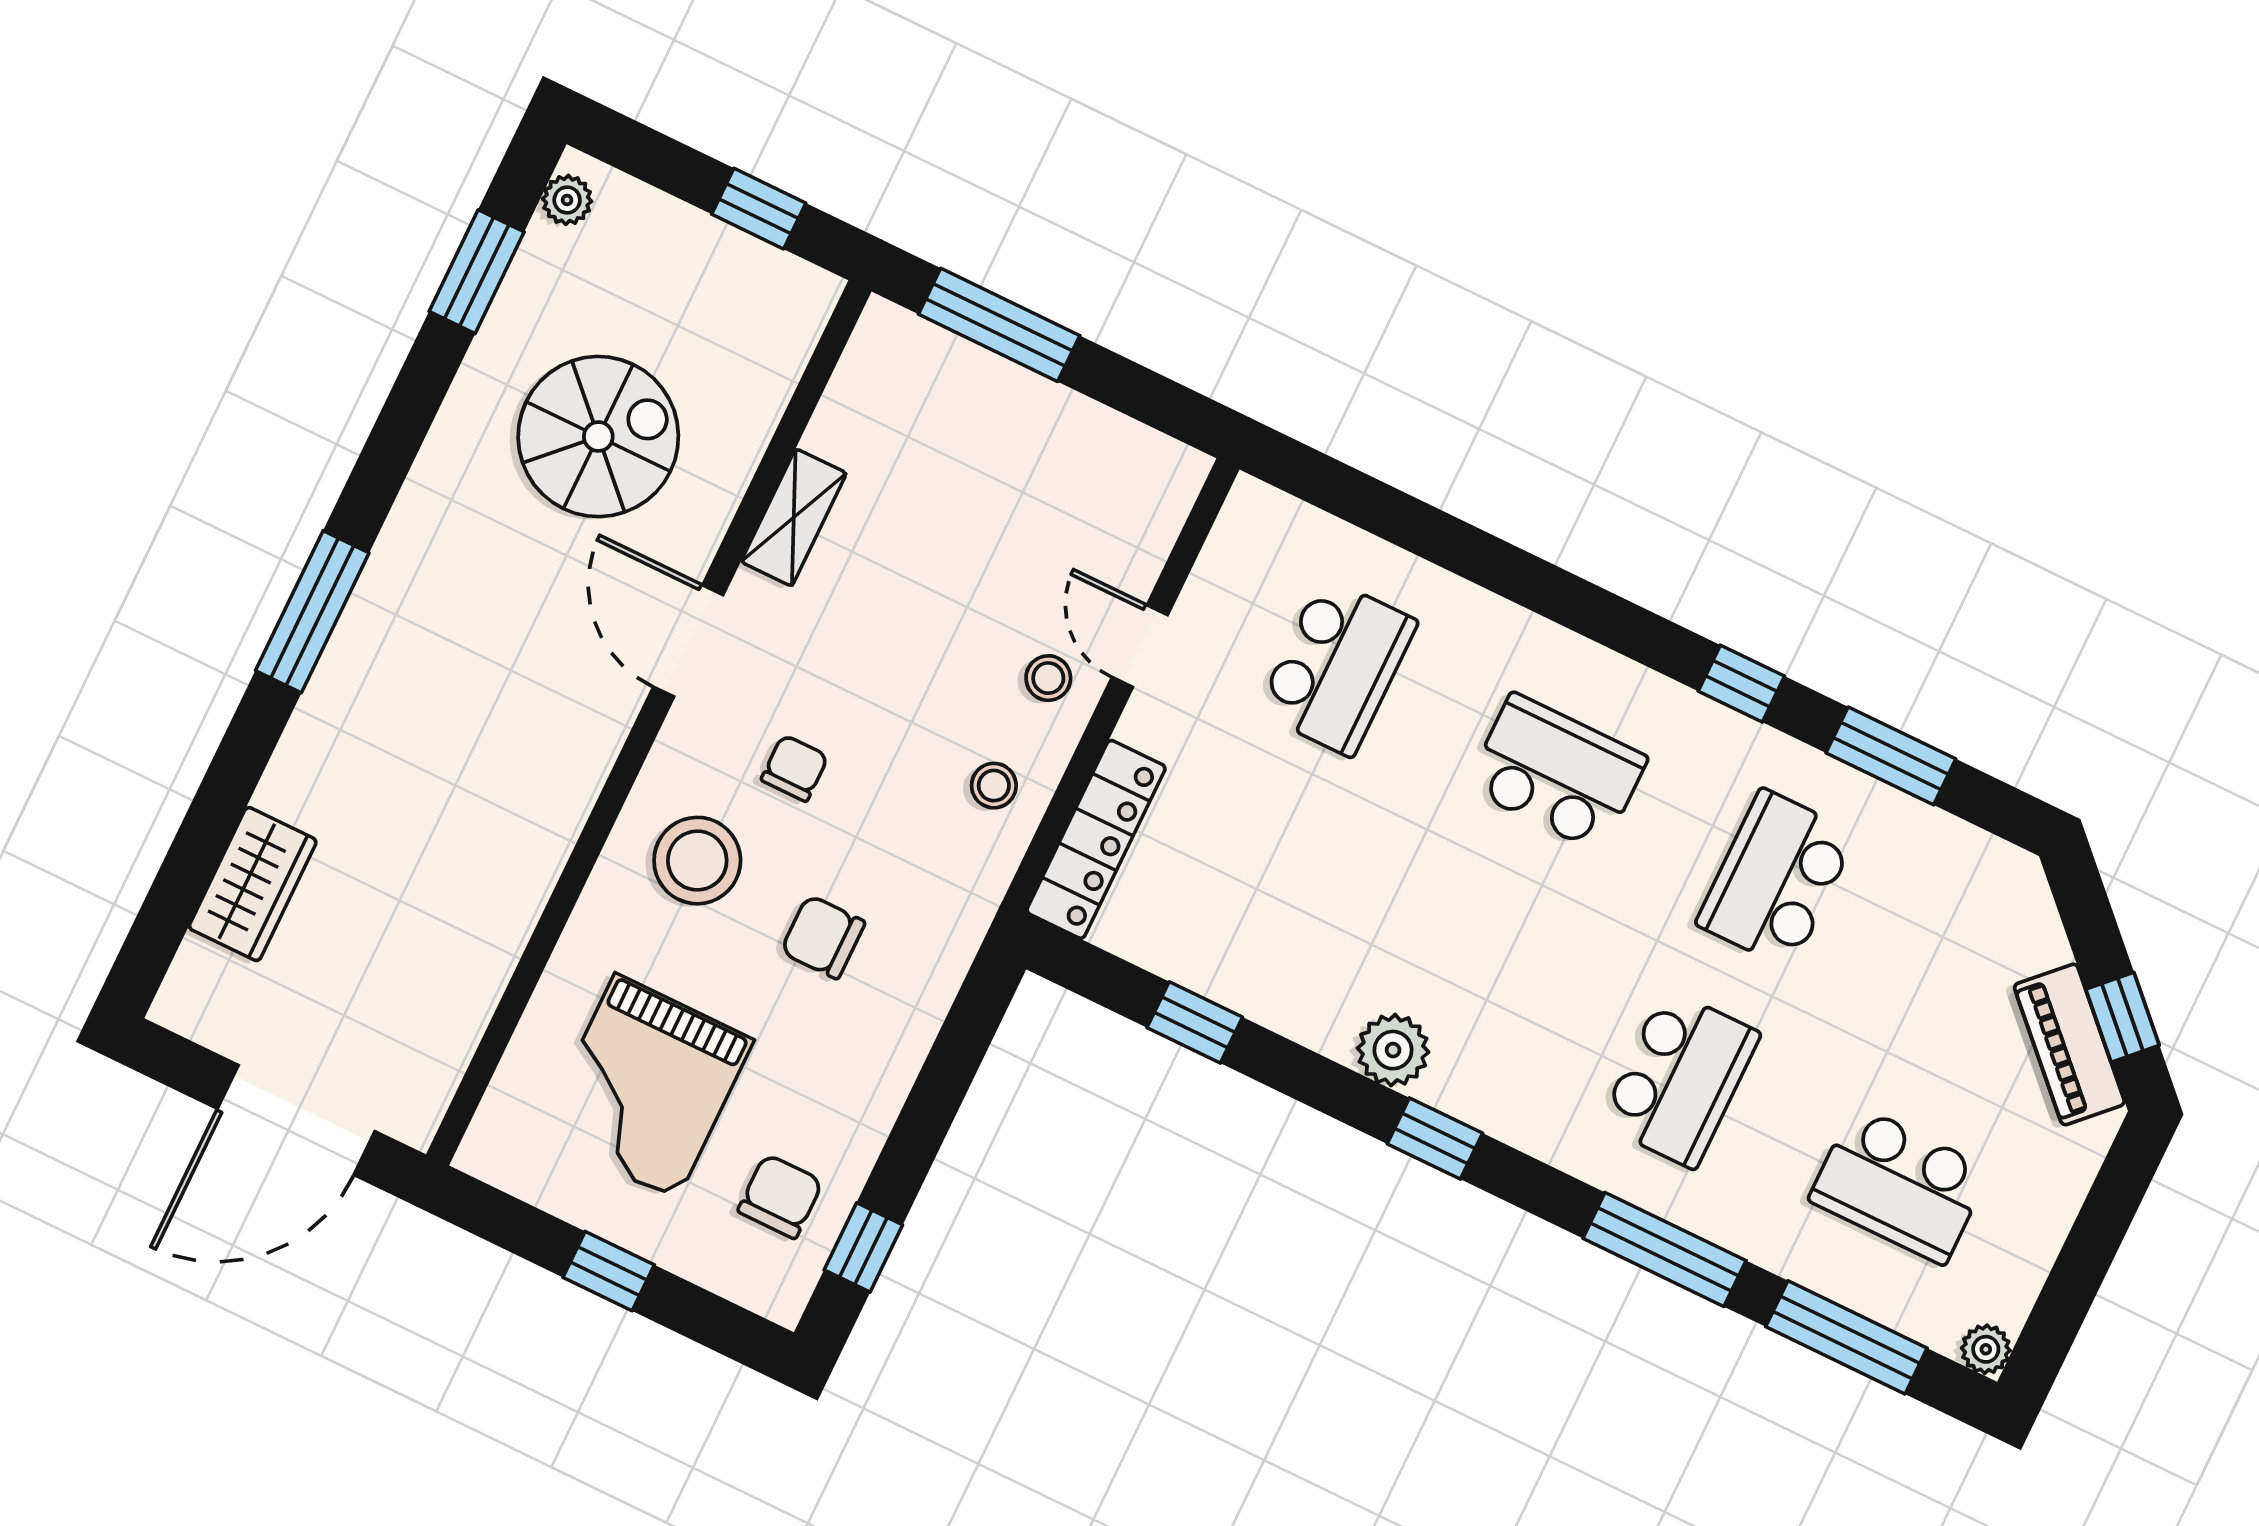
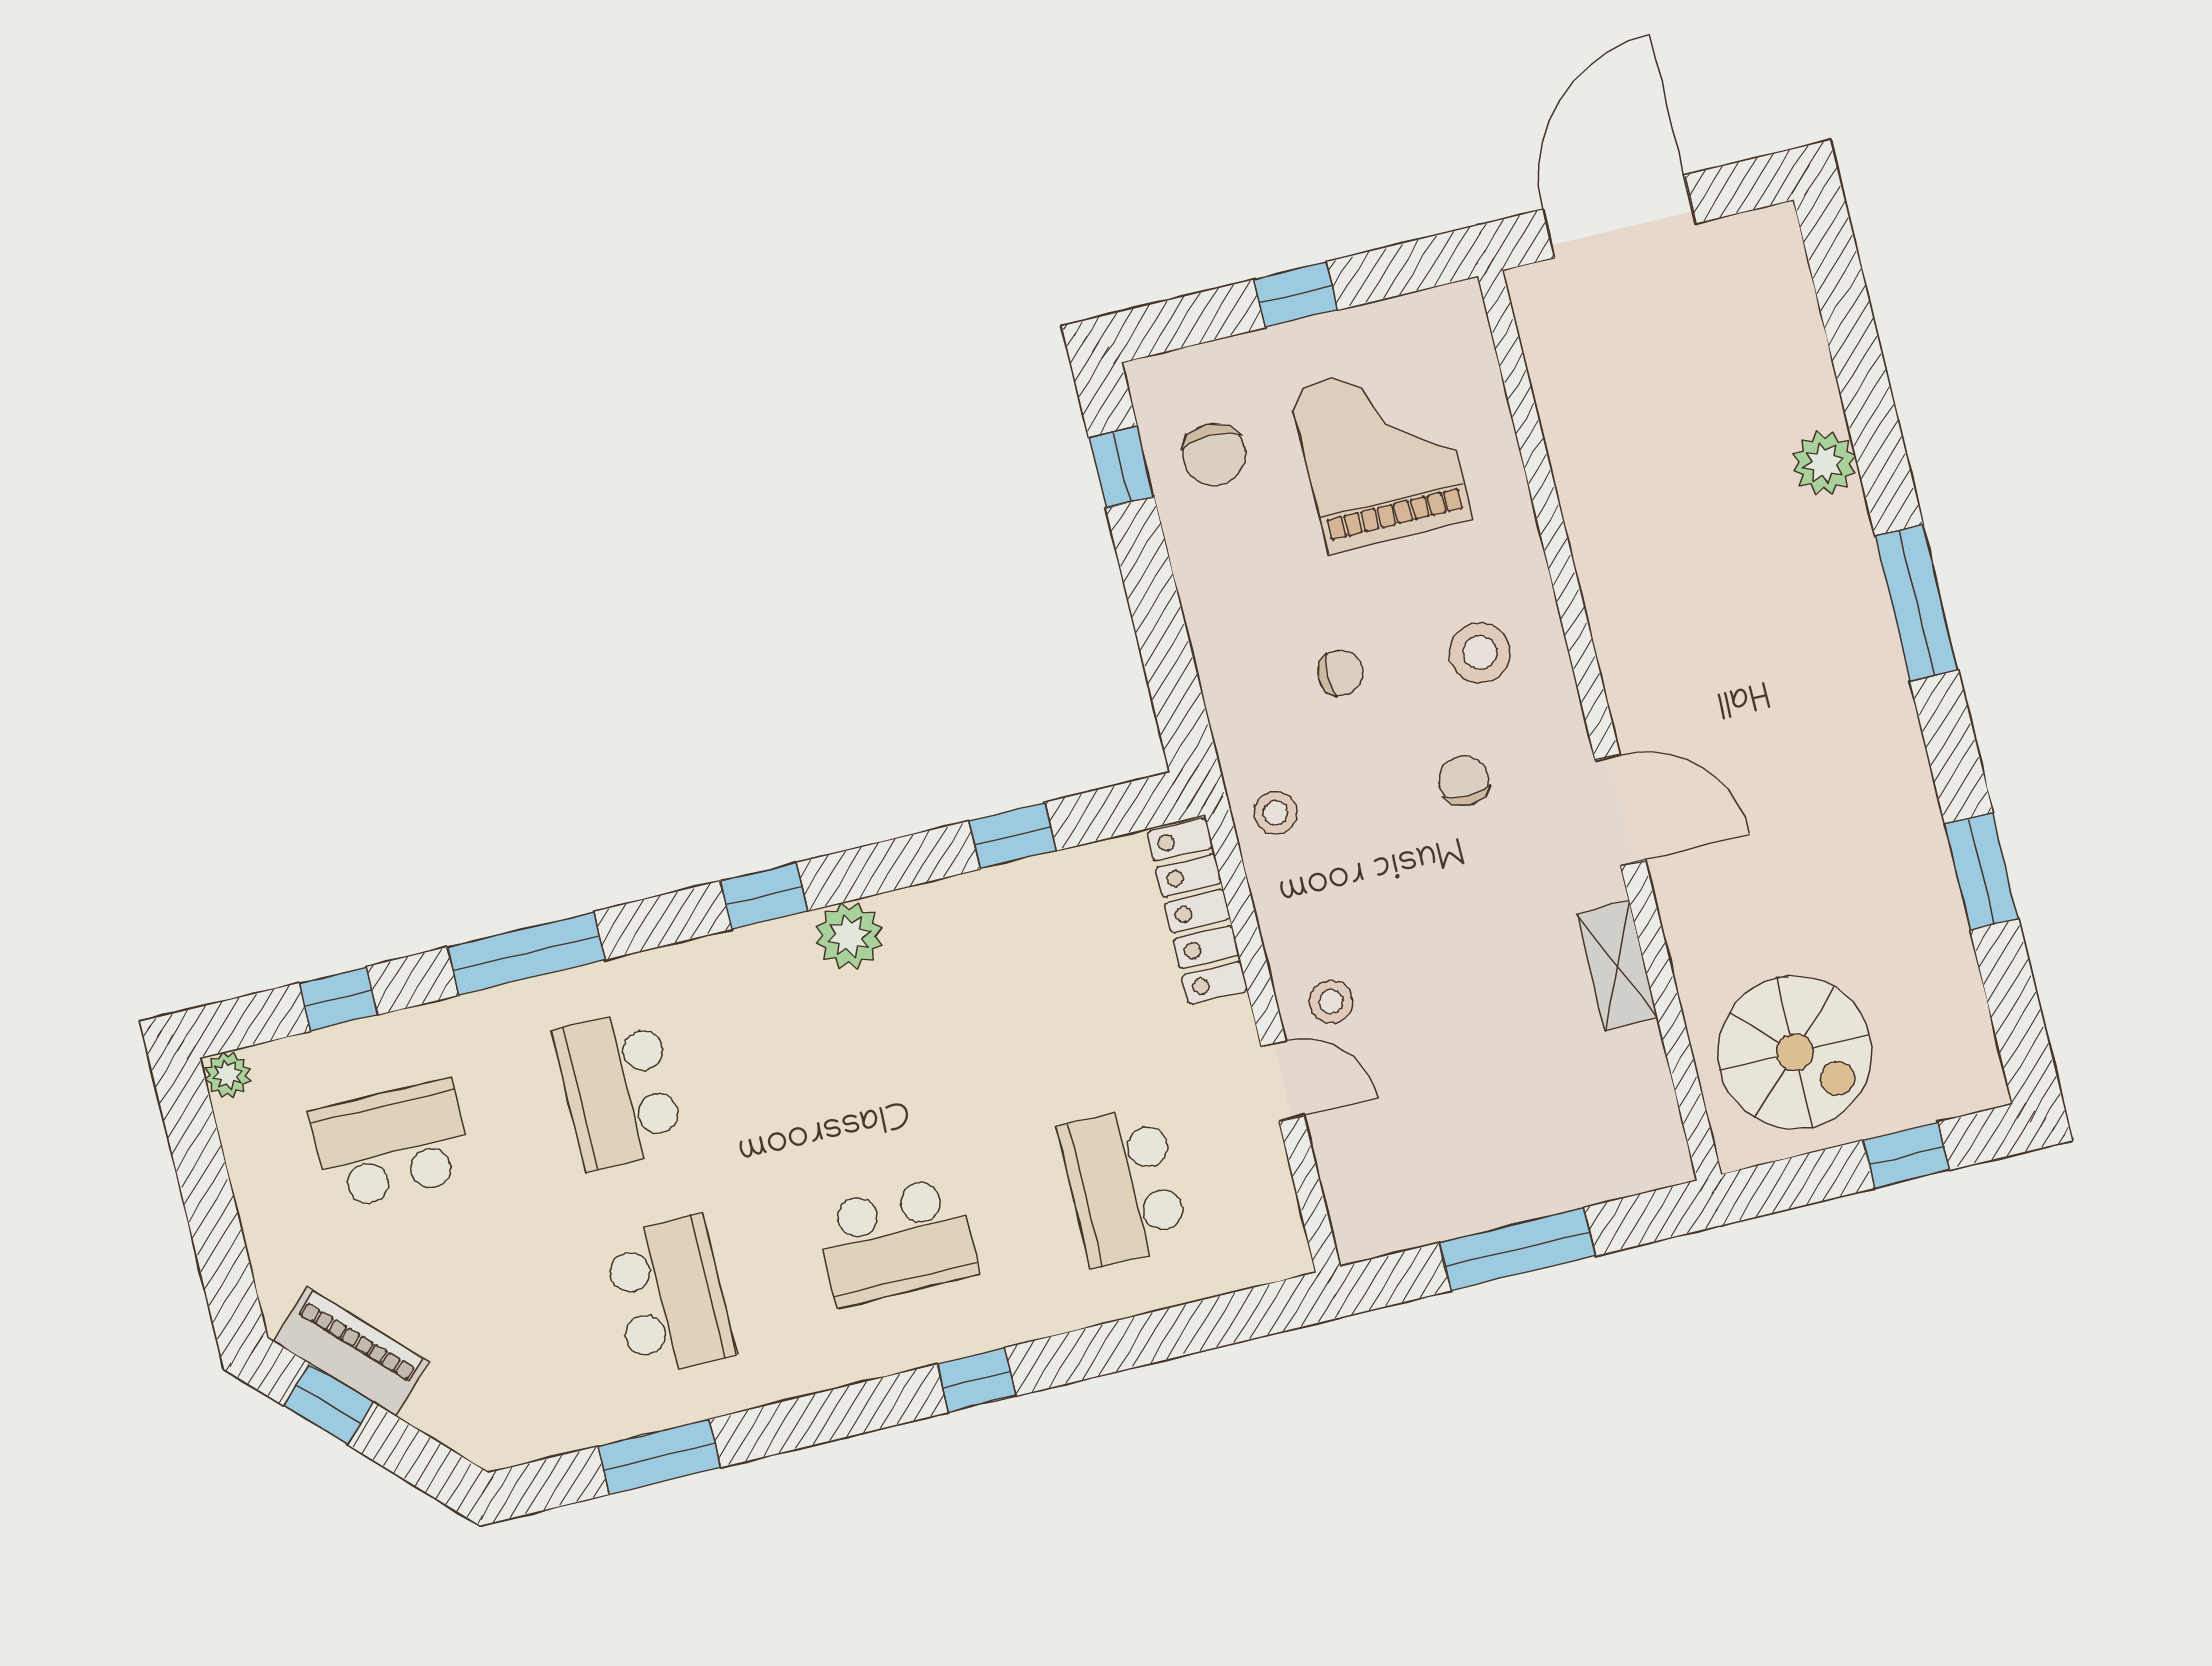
plant: (567, 200) -> (1824, 463), moved, width x1.38, depth x1.38
window: (759, 209) -> (1906, 1155), moved
window: (477, 272) -> (1982, 871), moved
window: (999, 325) -> (1518, 1249), moved
spiral stairs: (598, 437) -> (1795, 1052), moved, turned -90
window: (1741, 684) -> (977, 1380), moved
chair: (795, 768) -> (1464, 781), turned 180
stool: (994, 786) -> (1276, 813), moved
stool: (697, 861) -> (1480, 653), width x0.73, depth x0.73
wardrobe: (253, 884) -> (1795, 365), removed
chair: (823, 937) -> (1340, 673), width x0.73, depth x0.73
window: (1846, 1337) -> (338, 999), width x0.46

